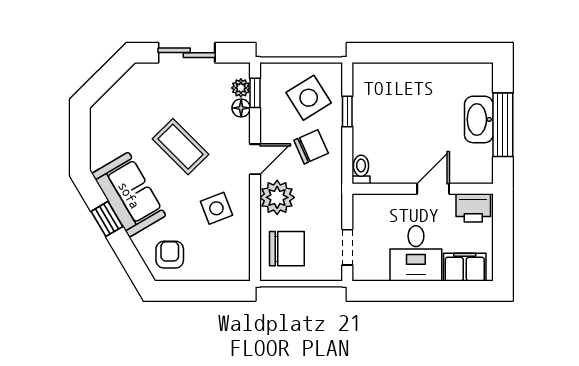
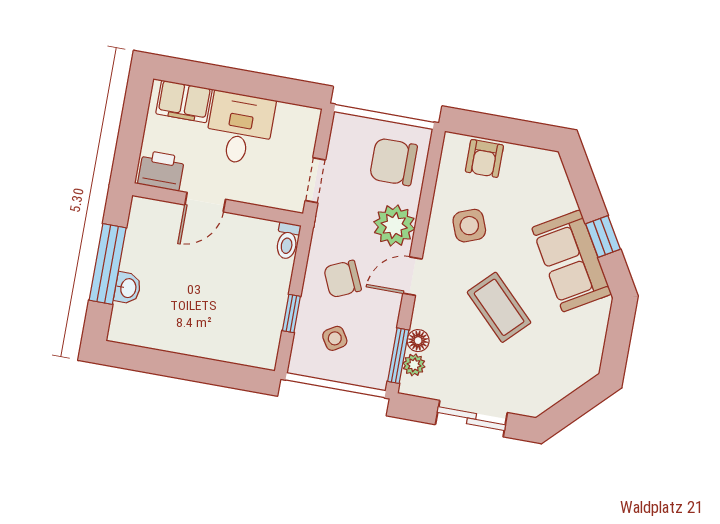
window: (255, 93) -> (398, 356), width x1.50
side table: (309, 98) -> (335, 338), width x0.54, depth x0.54
washbasin: (479, 119) -> (128, 288), width x0.52, depth x0.69
doorway: (347, 247) -> (315, 180), moved
armchair: (170, 255) -> (484, 158), moved

